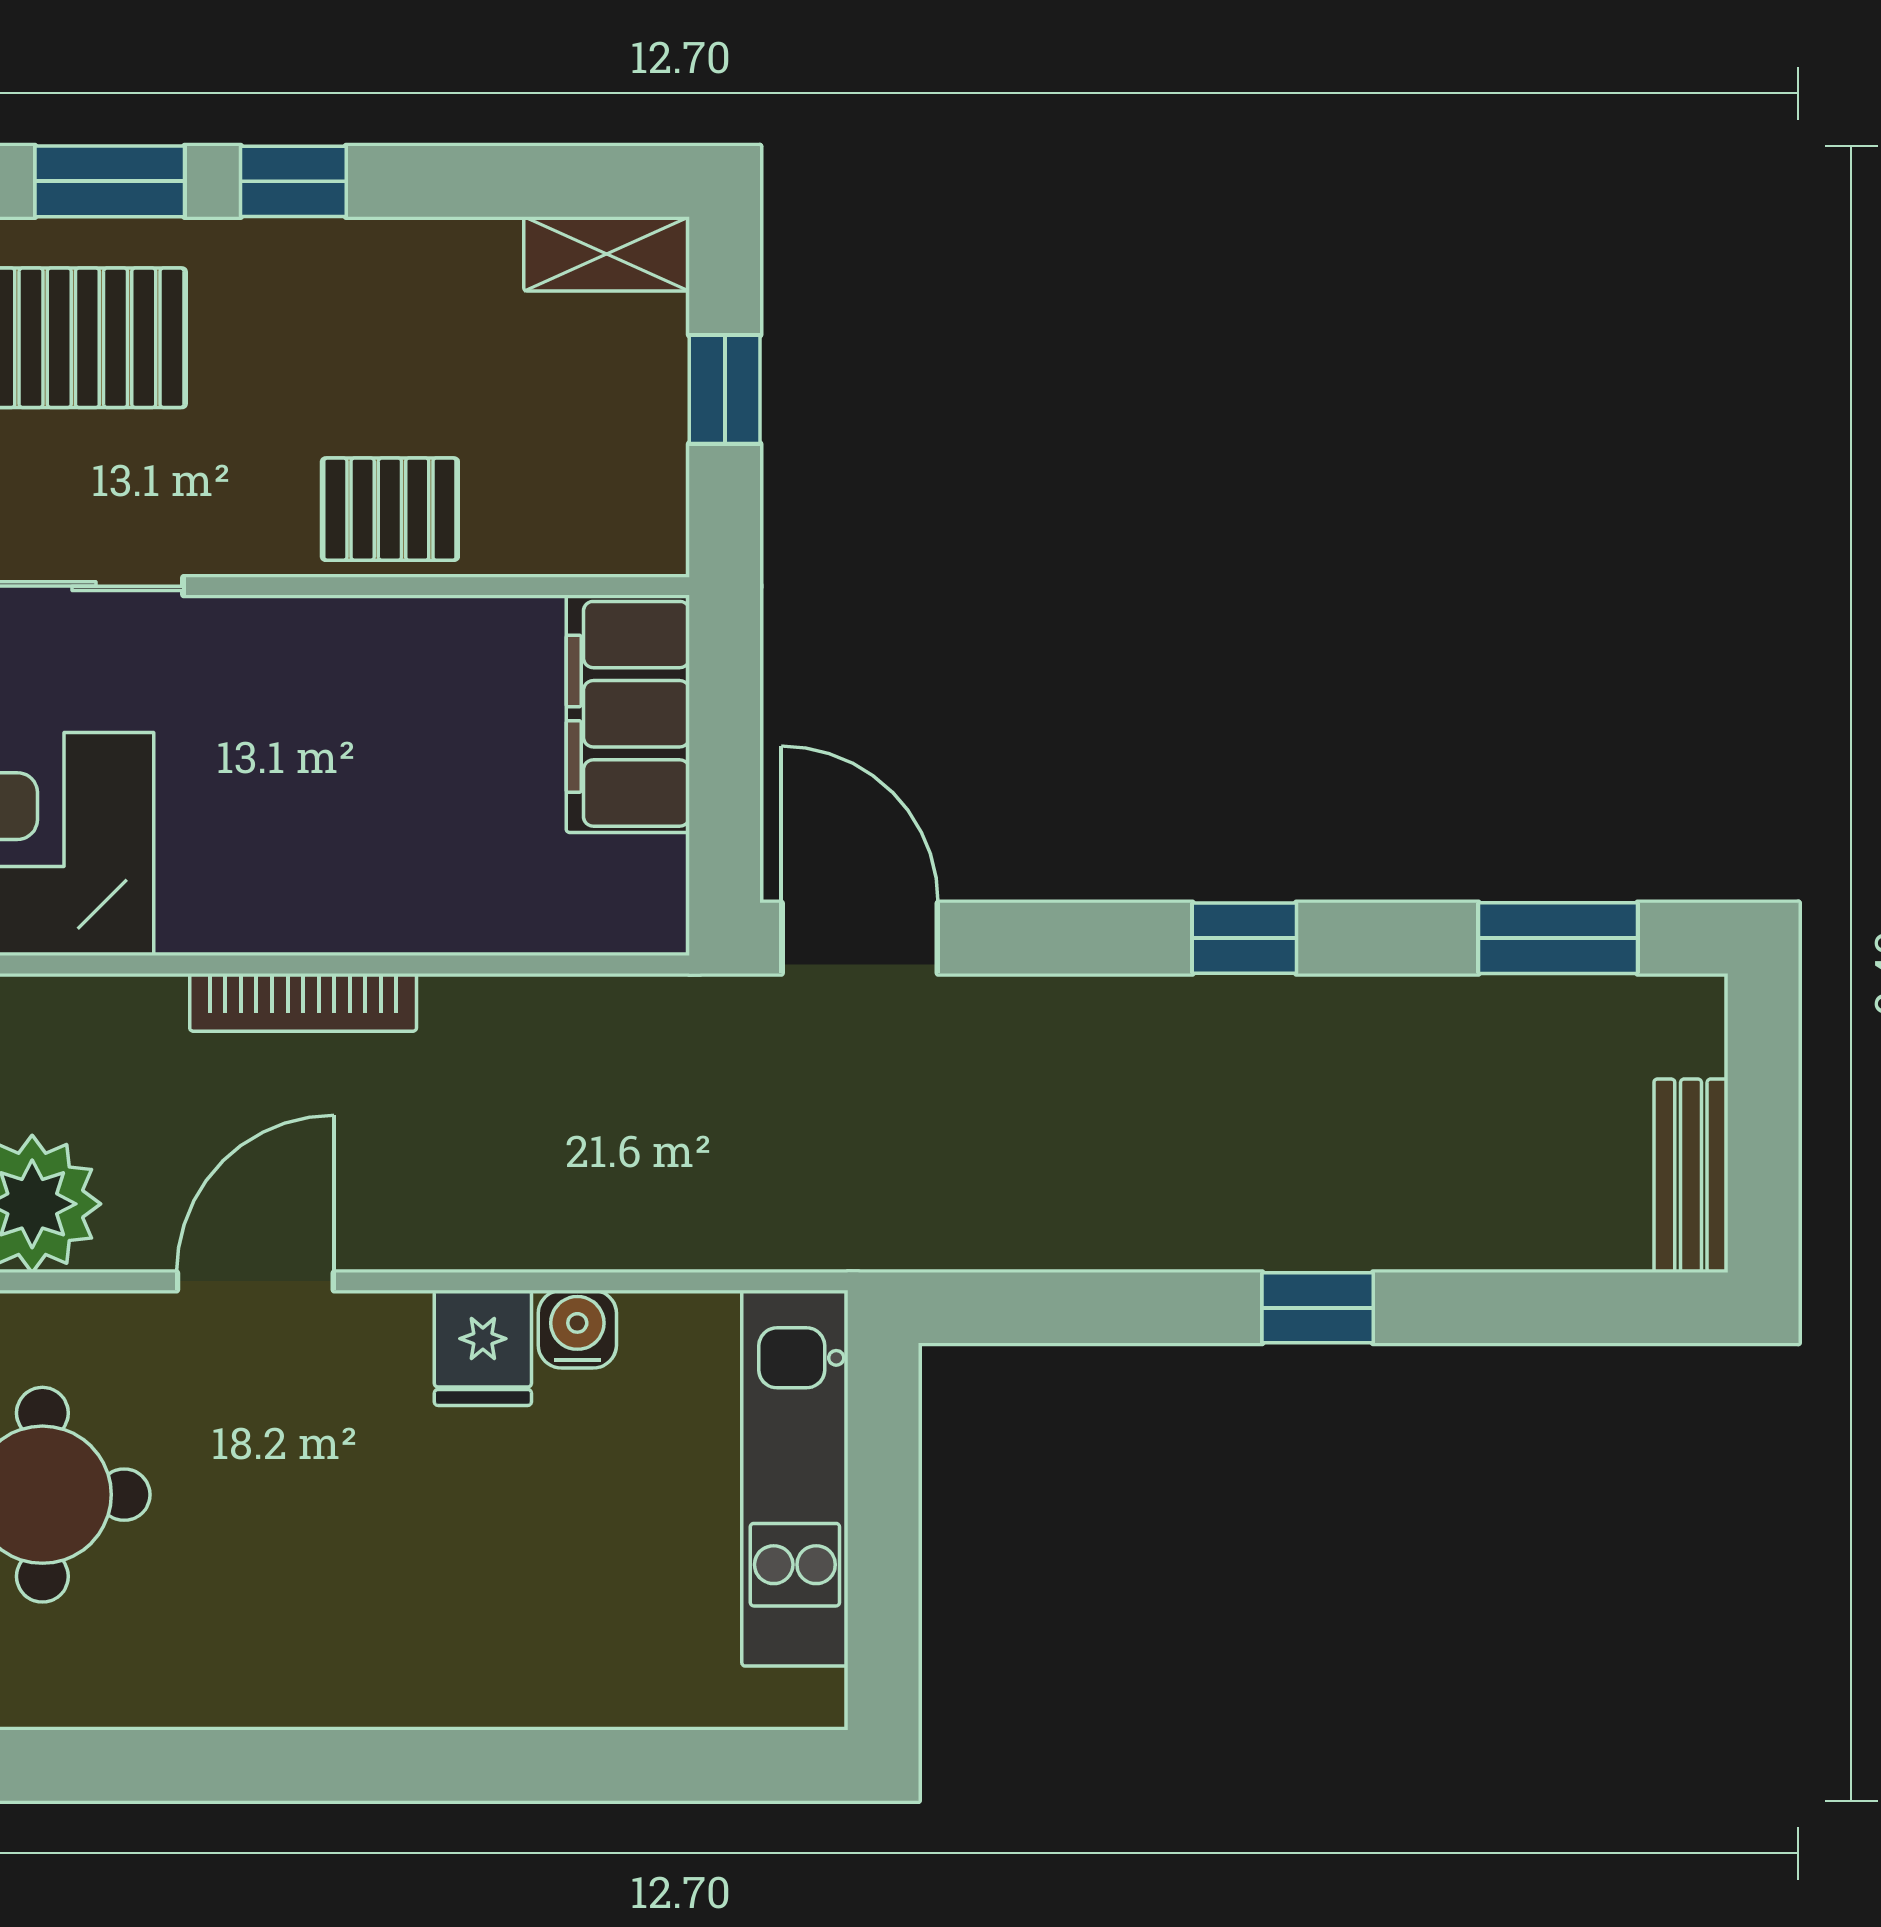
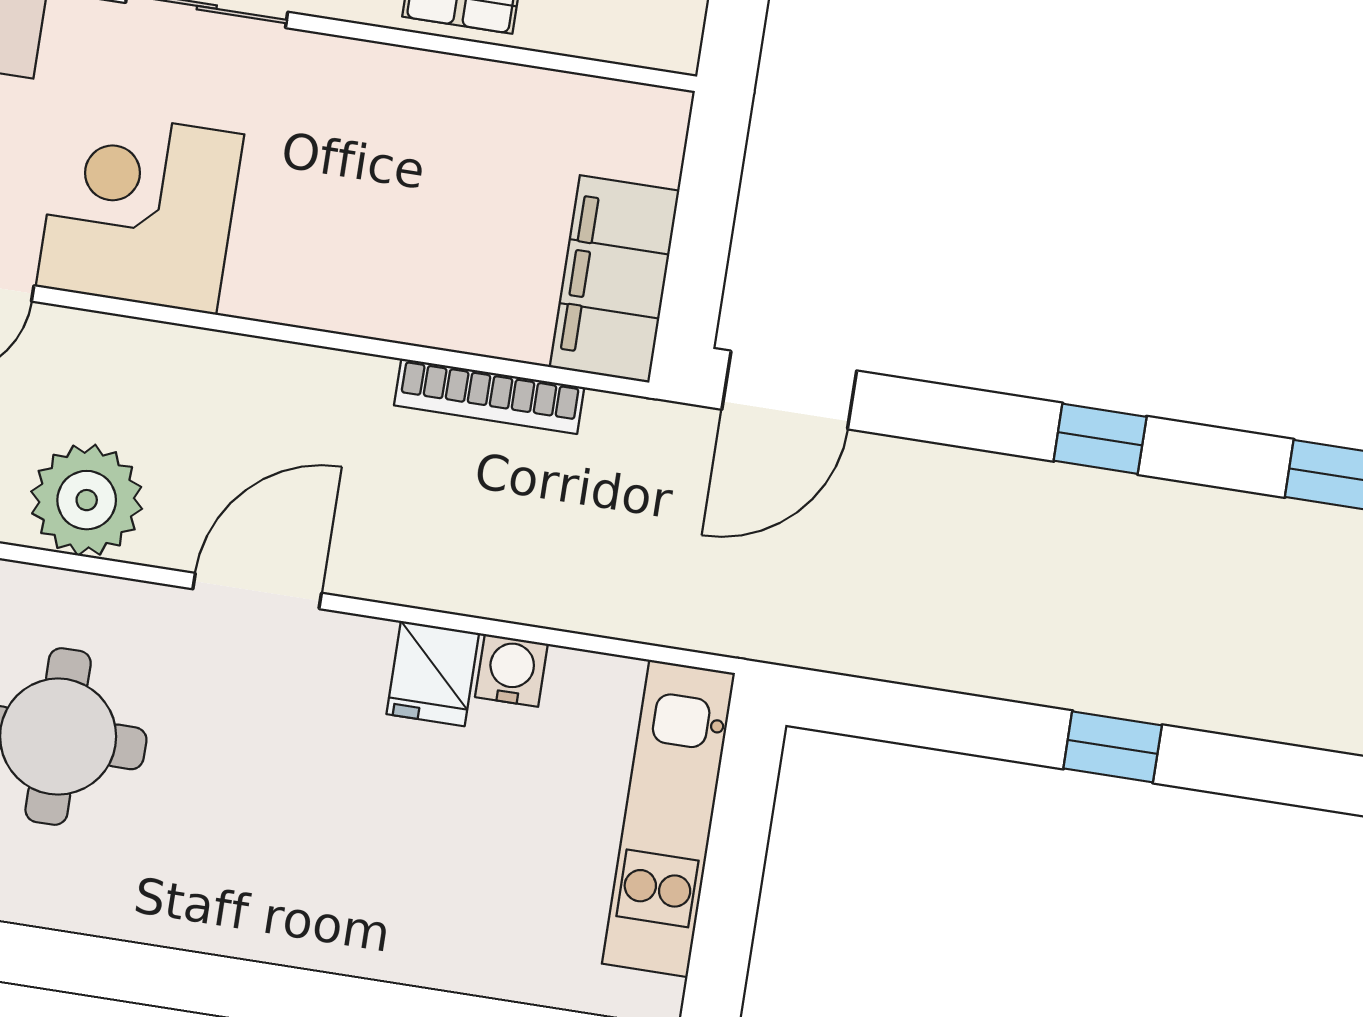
filing cabinet: (628, 714) -> (615, 279), moved
door: (860, 938) -> (789, 390), swing flipped
bookcase: (303, 1002) -> (489, 396), moved

